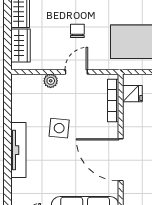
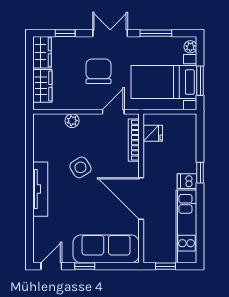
chair: (77, 31) -> (98, 71), width x1.87, depth x1.87
door: (76, 72) -> (113, 112), moved
side table: (59, 128) -> (80, 167), turned -37

